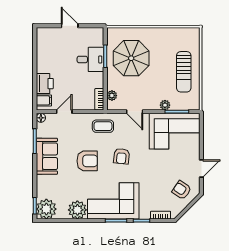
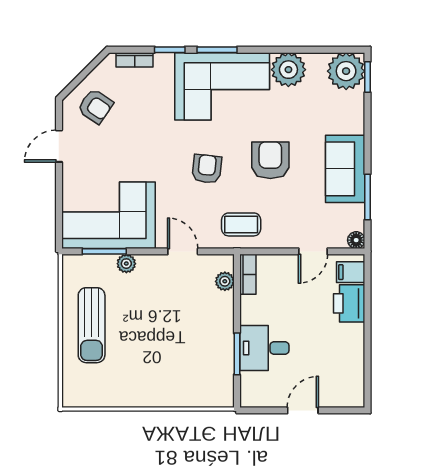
door: (70, 26) -> (303, 410), swing flipped
parasol: (131, 58) -> (189, 350), removed
sun lounger: (184, 72) -> (92, 325), turned 180
armchair: (87, 161) -> (270, 160), turned 90

